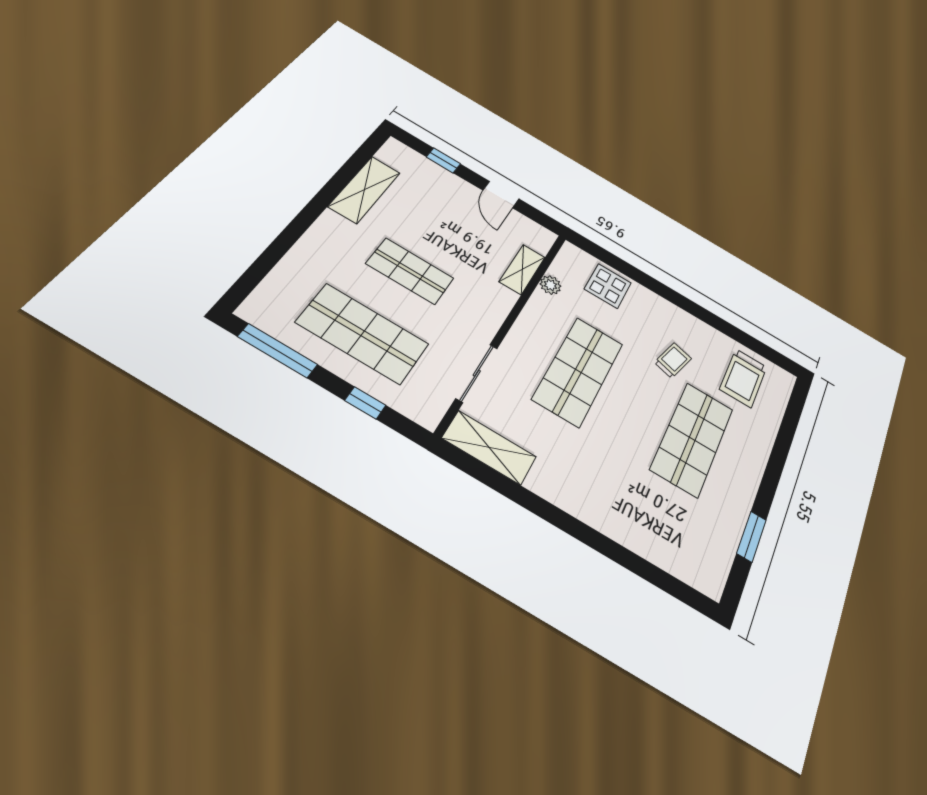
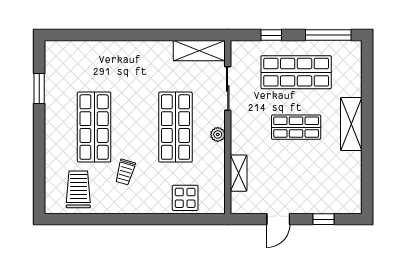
shelving: (365, 190) -> (351, 124), moved
door: (501, 195) -> (278, 219), swing flipped
plant: (550, 285) -> (218, 134), moved

